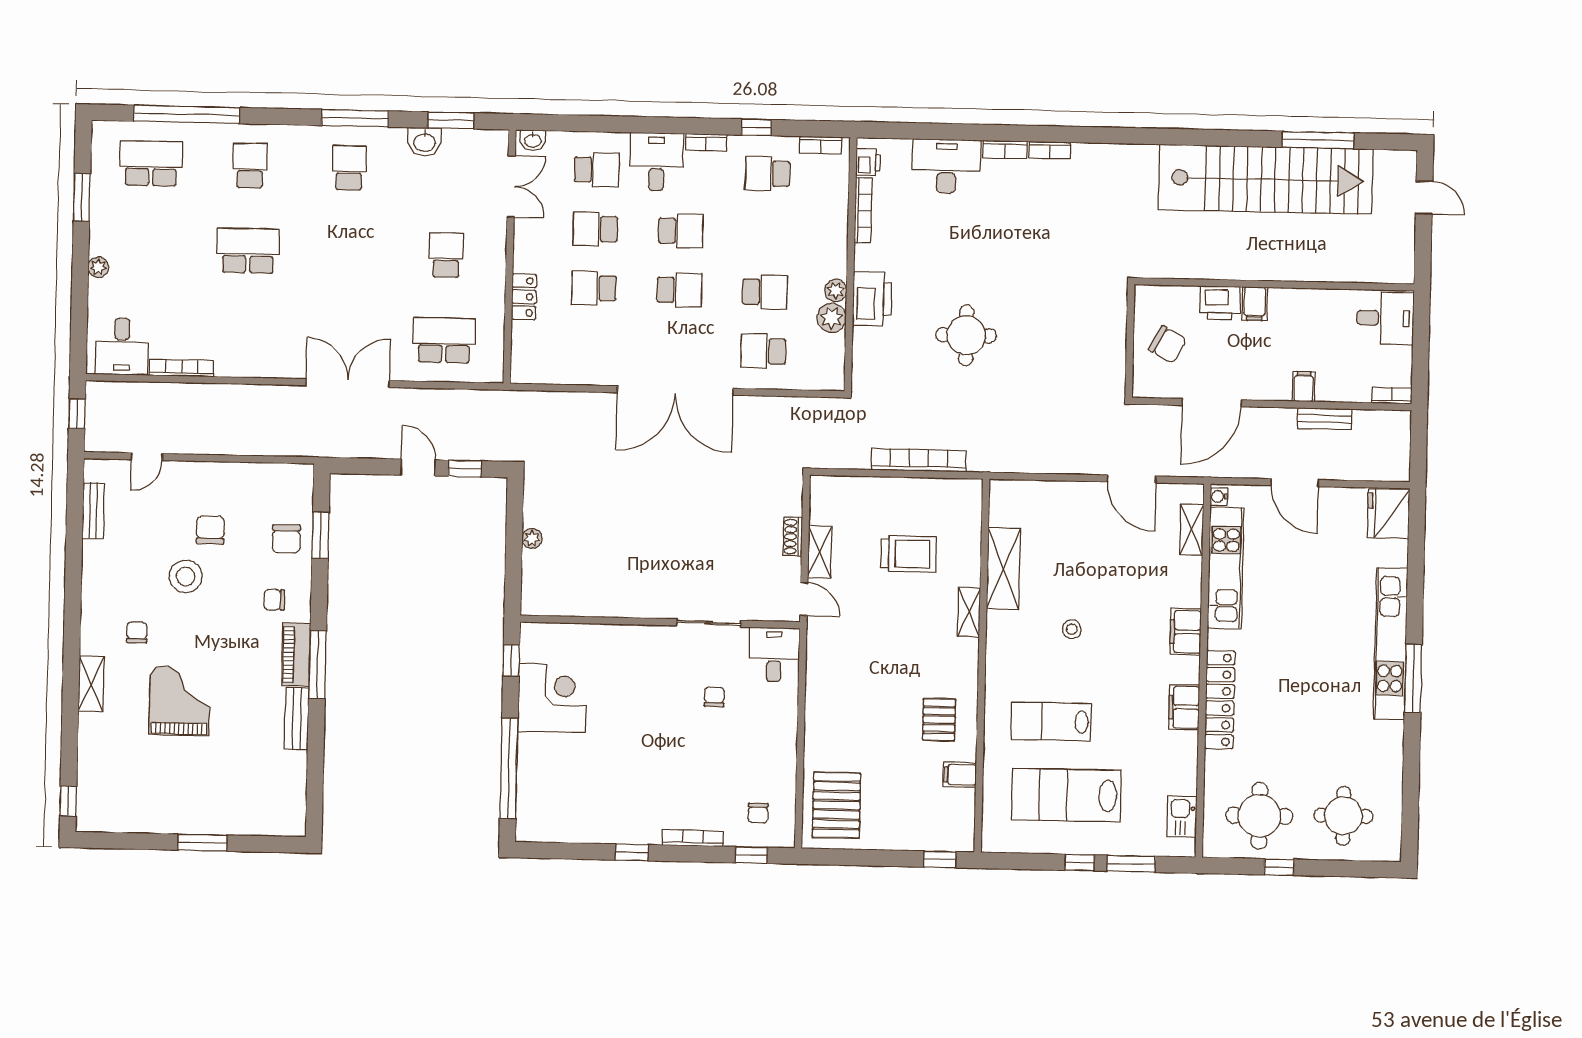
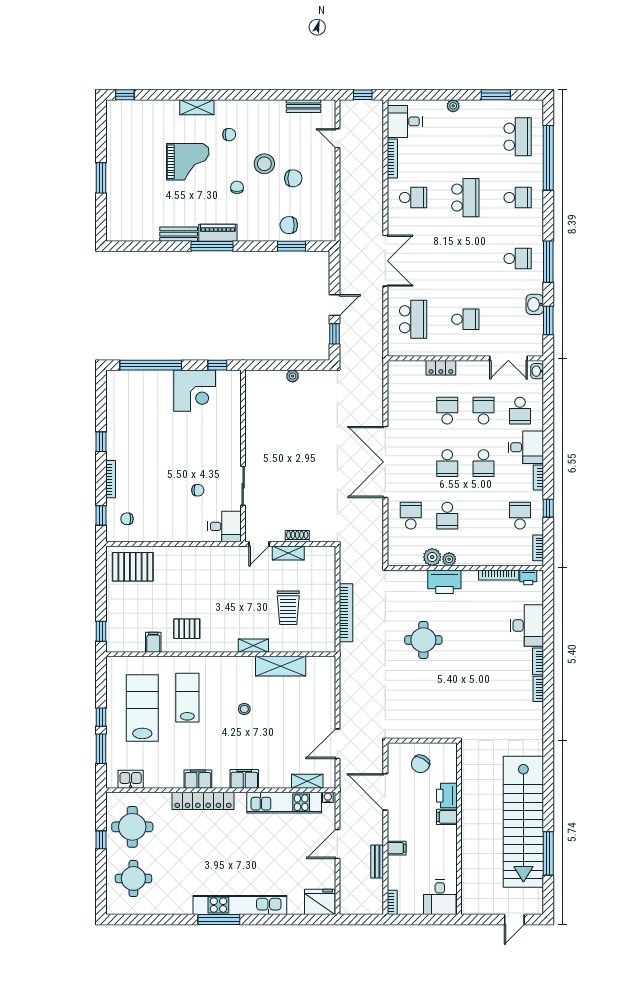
school desk: (246, 336) -> (413, 198), added
chair: (274, 600) -> (237, 187), moved

